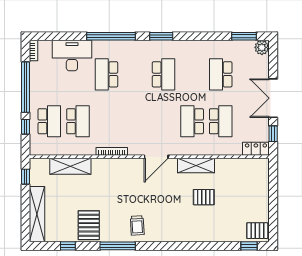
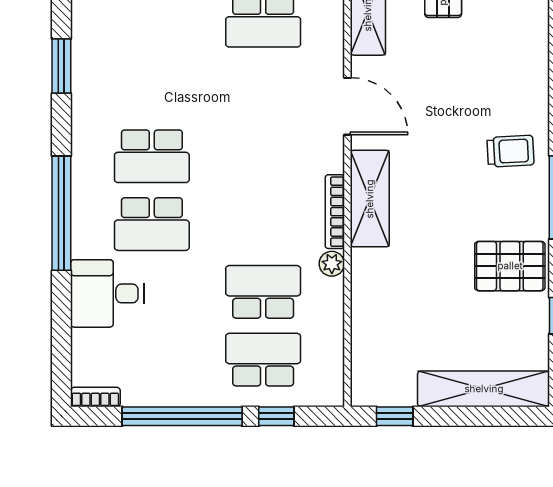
window: (161, 36) -> (61, 66), moved
desk: (72, 56) -> (107, 293), width x0.73
school desk: (164, 74) -> (152, 156), moved, turned 180
plant: (90, 150) -> (332, 264), added
shelving: (70, 166) -> (370, 199), moved

